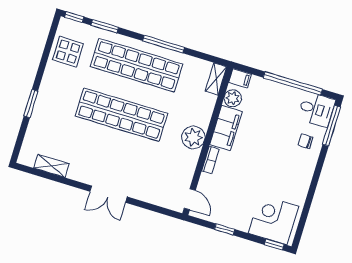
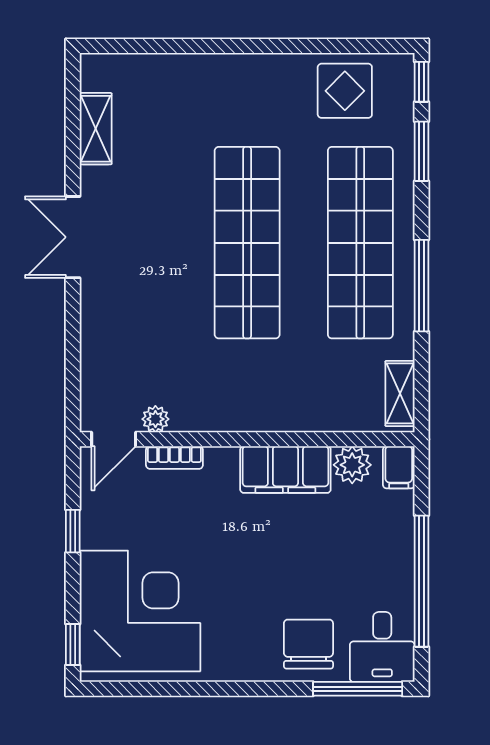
shelving: (216, 79) -> (400, 393), moved, turned 90
window: (31, 104) -> (213, 46), removed
plant: (193, 137) -> (155, 419), moved, width x0.53, depth x0.53
chair: (305, 141) -> (308, 644), width x1.87, depth x1.87
bookcase: (210, 160) -> (174, 457), moved
double door: (109, 194) -> (73, 237), moved
corner desk: (273, 220) -> (140, 611), width x1.36, depth x1.36

